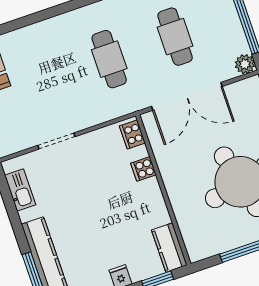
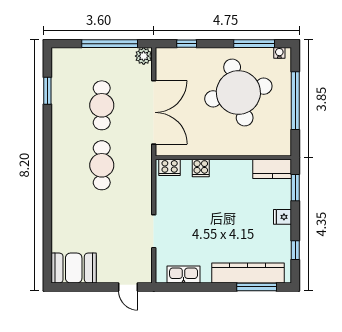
cafe table: (175, 37) -> (102, 105), turned 90
cafe table: (109, 59) -> (102, 165), turned 90

